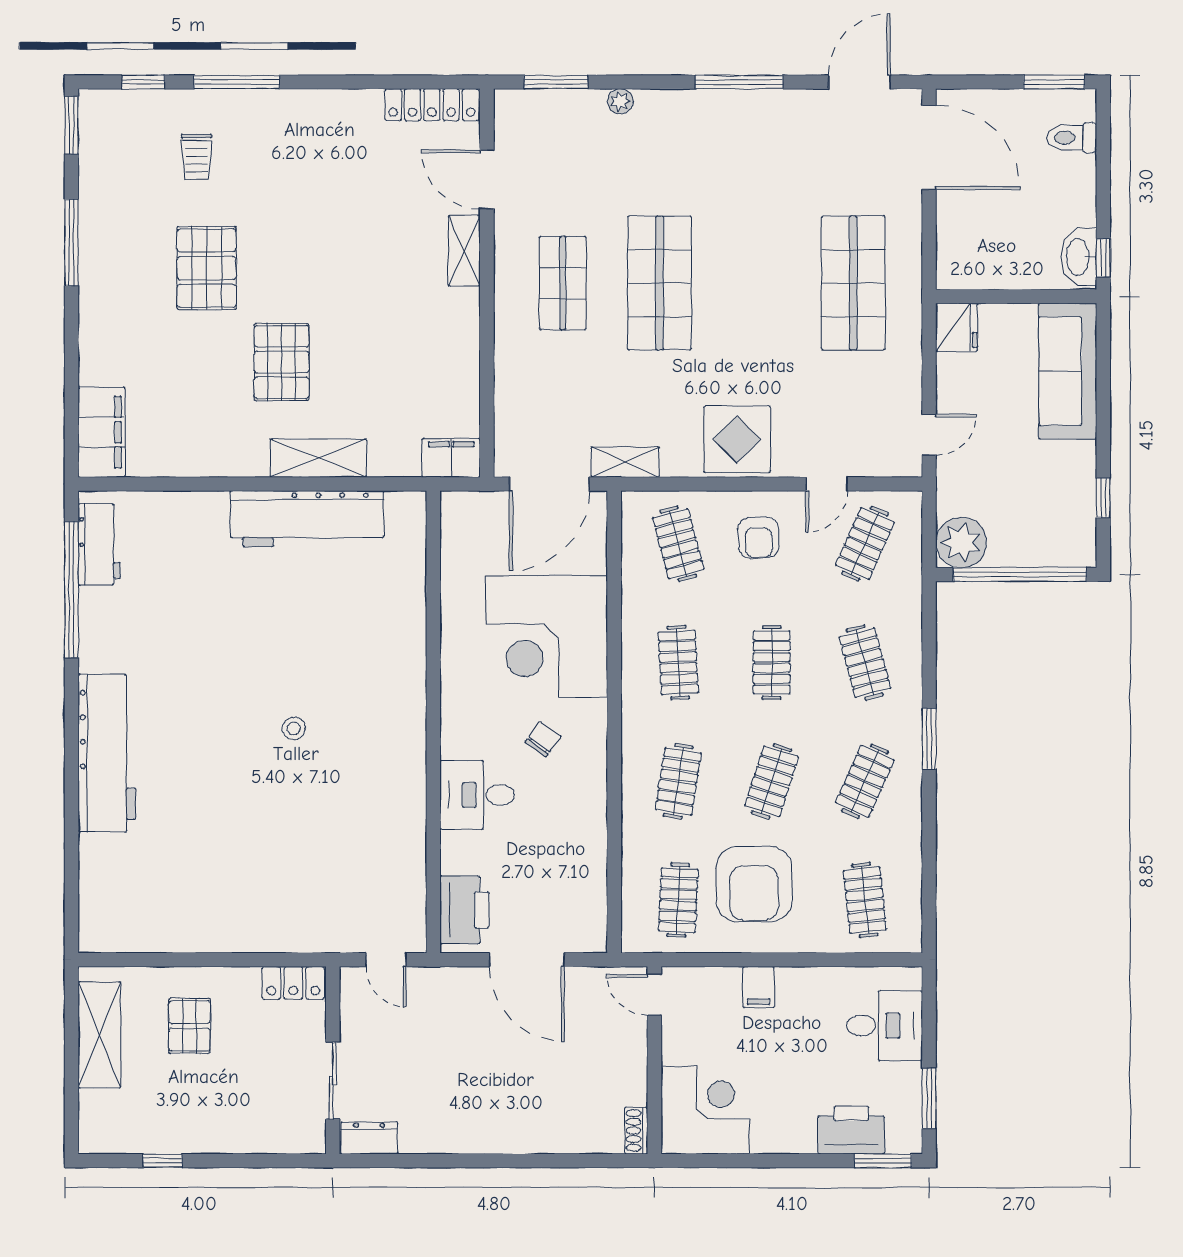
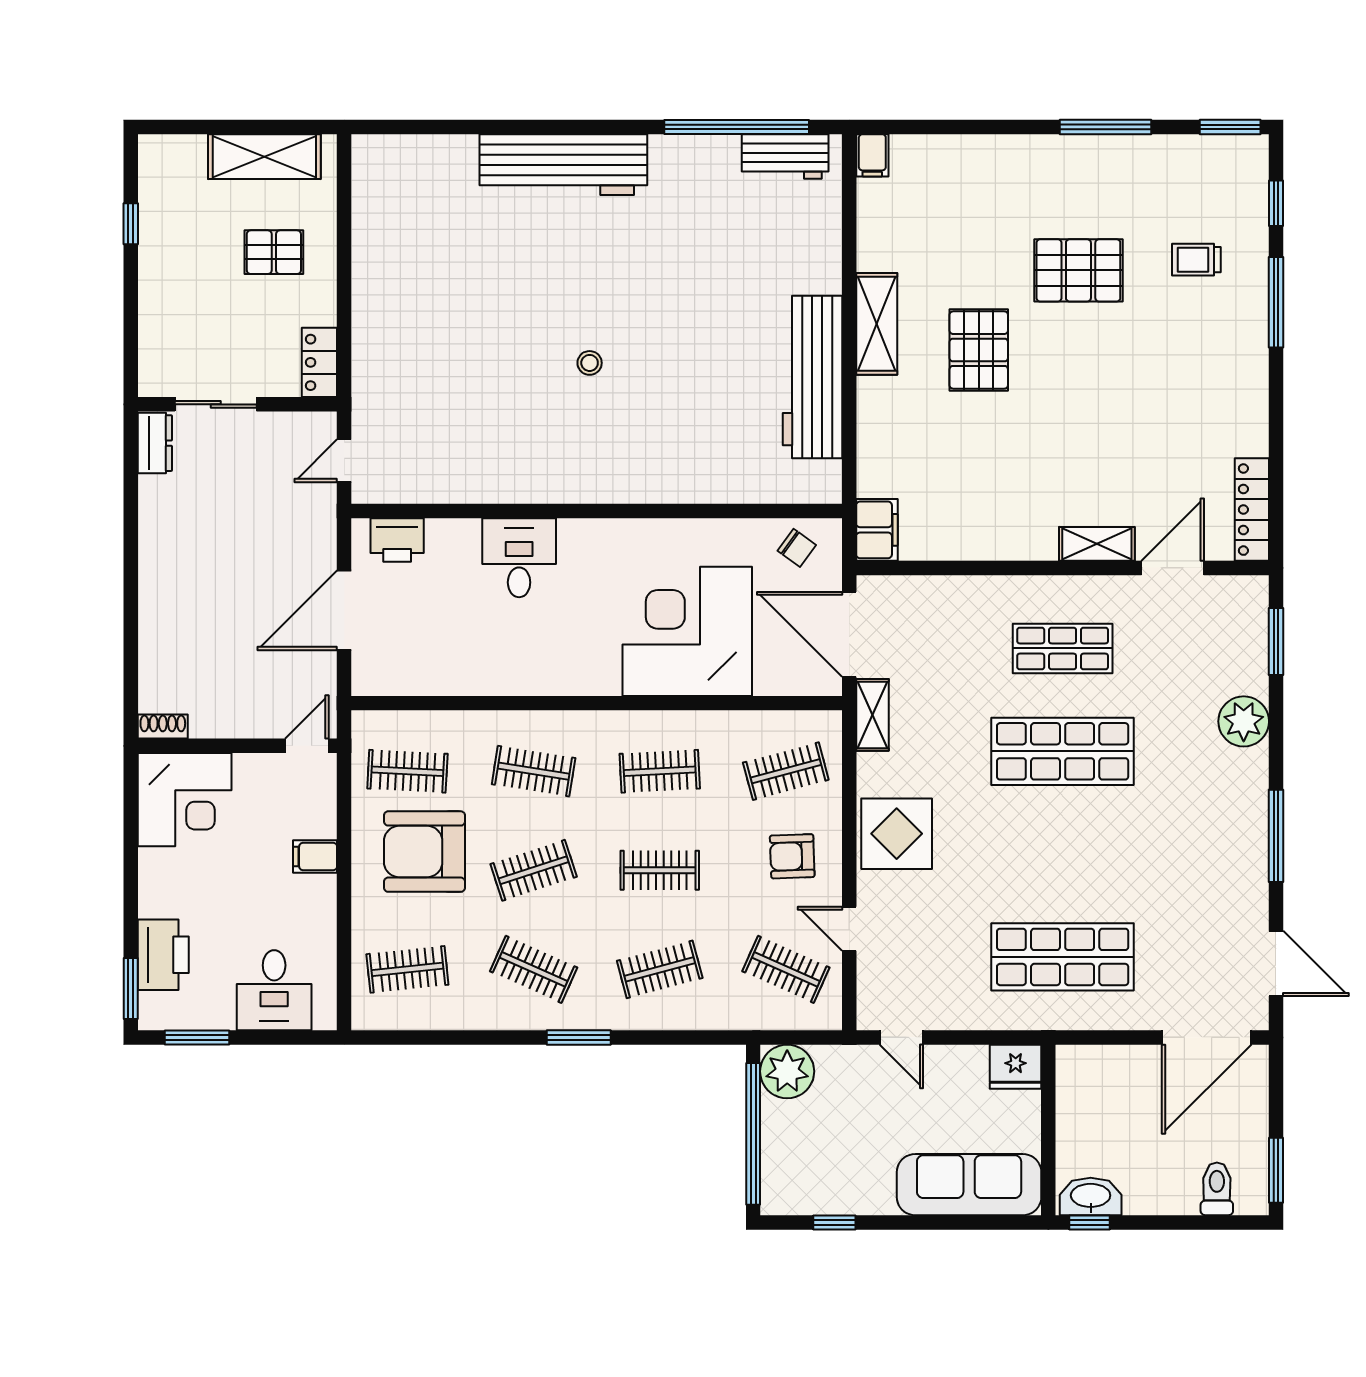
plant: (620, 101) -> (1244, 721), width x1.88, depth x1.88
pallet: (282, 362) -> (979, 350), turned 90
filing cabinet: (102, 432) -> (872, 155), width x0.33, depth x0.86
shelving: (318, 458) -> (877, 324), moved
chair: (543, 739) -> (797, 548), moved
clothes rail: (772, 781) -> (534, 870), turned -36
printer: (465, 910) -> (397, 540), width x0.73, depth x0.84

